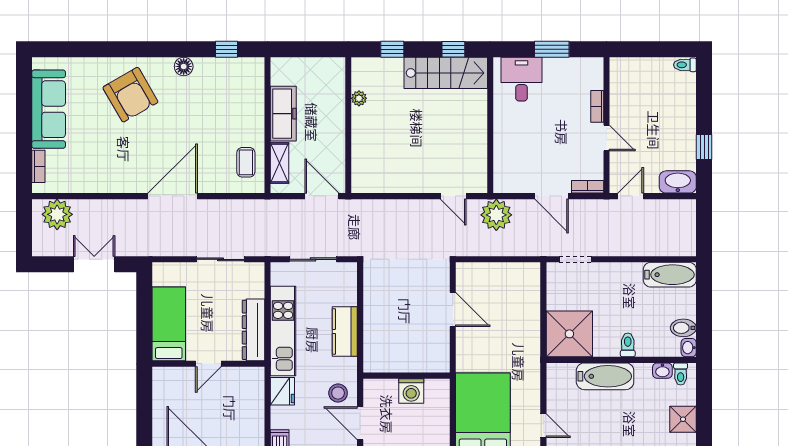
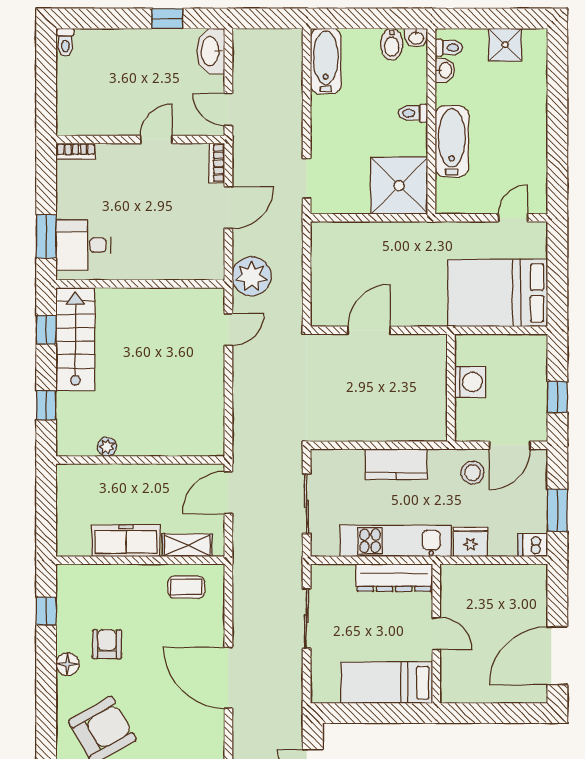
window: (552, 49) -> (46, 236), moved
armchair: (200, 98) -> (107, 644), added
bookcase: (597, 106) -> (76, 151), moved

